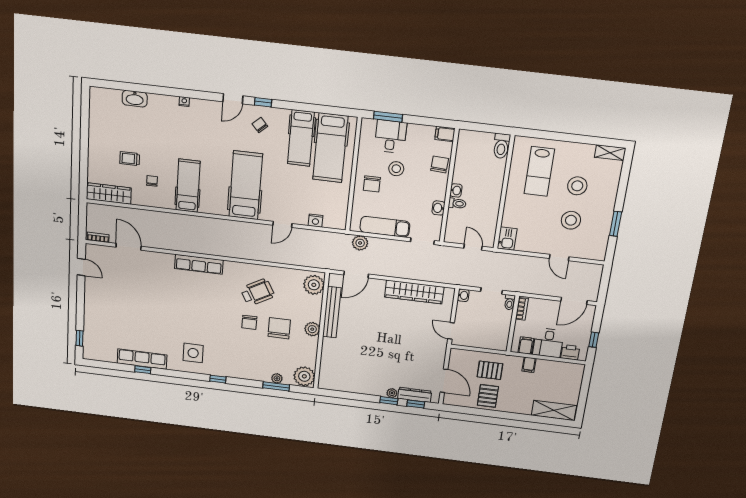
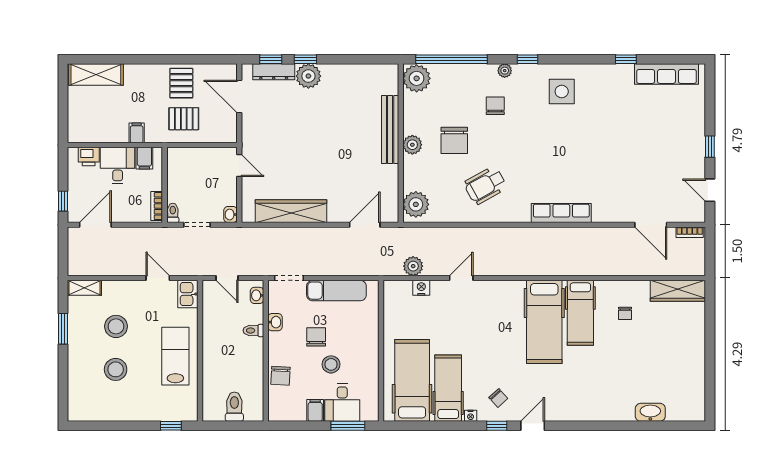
nightstand: (184, 101) -> (471, 416), moved
filing cabinet: (445, 134) -> (315, 410), moved, turned -90
window: (538, 134) -> (171, 426), added
toilet: (501, 146) -> (234, 407), moved
shelving: (610, 153) -> (84, 288), moved
trolley: (130, 159) -> (654, 338), removed
lab bench: (539, 171) -> (175, 356), moved
chair: (372, 184) -> (316, 337), moved
hospital bed: (246, 185) -> (544, 322), moved
washbasin: (456, 190) -> (257, 295), moved
plant: (360, 243) -> (413, 266), moved
door: (559, 258) -> (158, 278), moved
bench: (332, 312) -> (390, 129), moved
chair: (249, 322) -> (495, 106), moved
window: (80, 338) -> (710, 147), moved
window: (594, 340) -> (63, 201), moved
row of seats: (142, 359) -> (666, 74), moved
plant: (277, 378) -> (505, 71), moved
window: (276, 386) -> (452, 59), width x2.11
plant: (392, 393) -> (308, 76), width x1.87, depth x1.87

